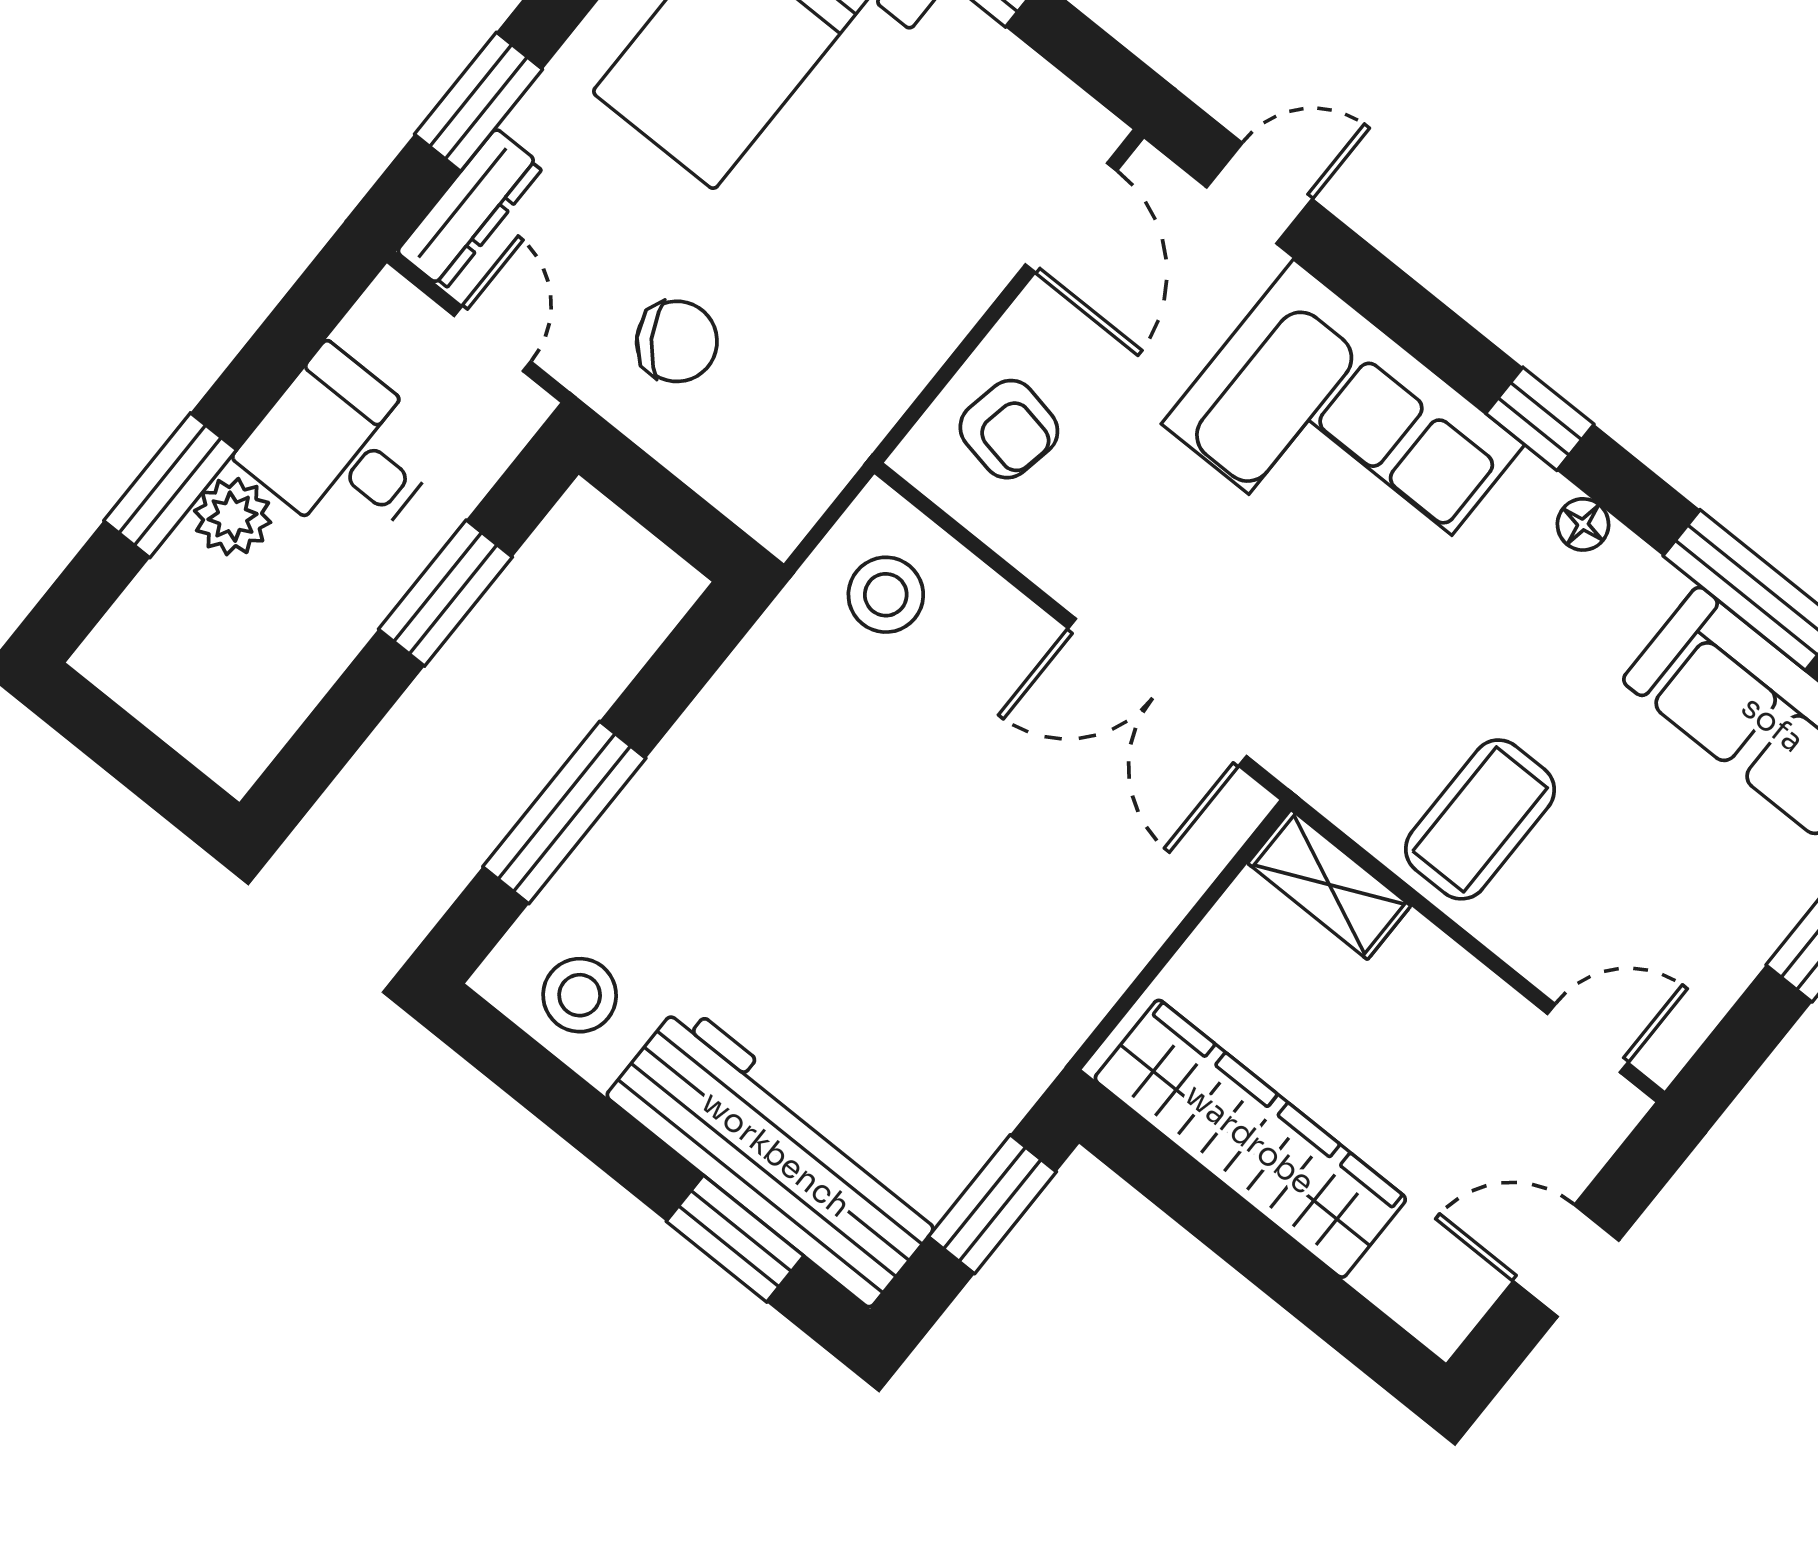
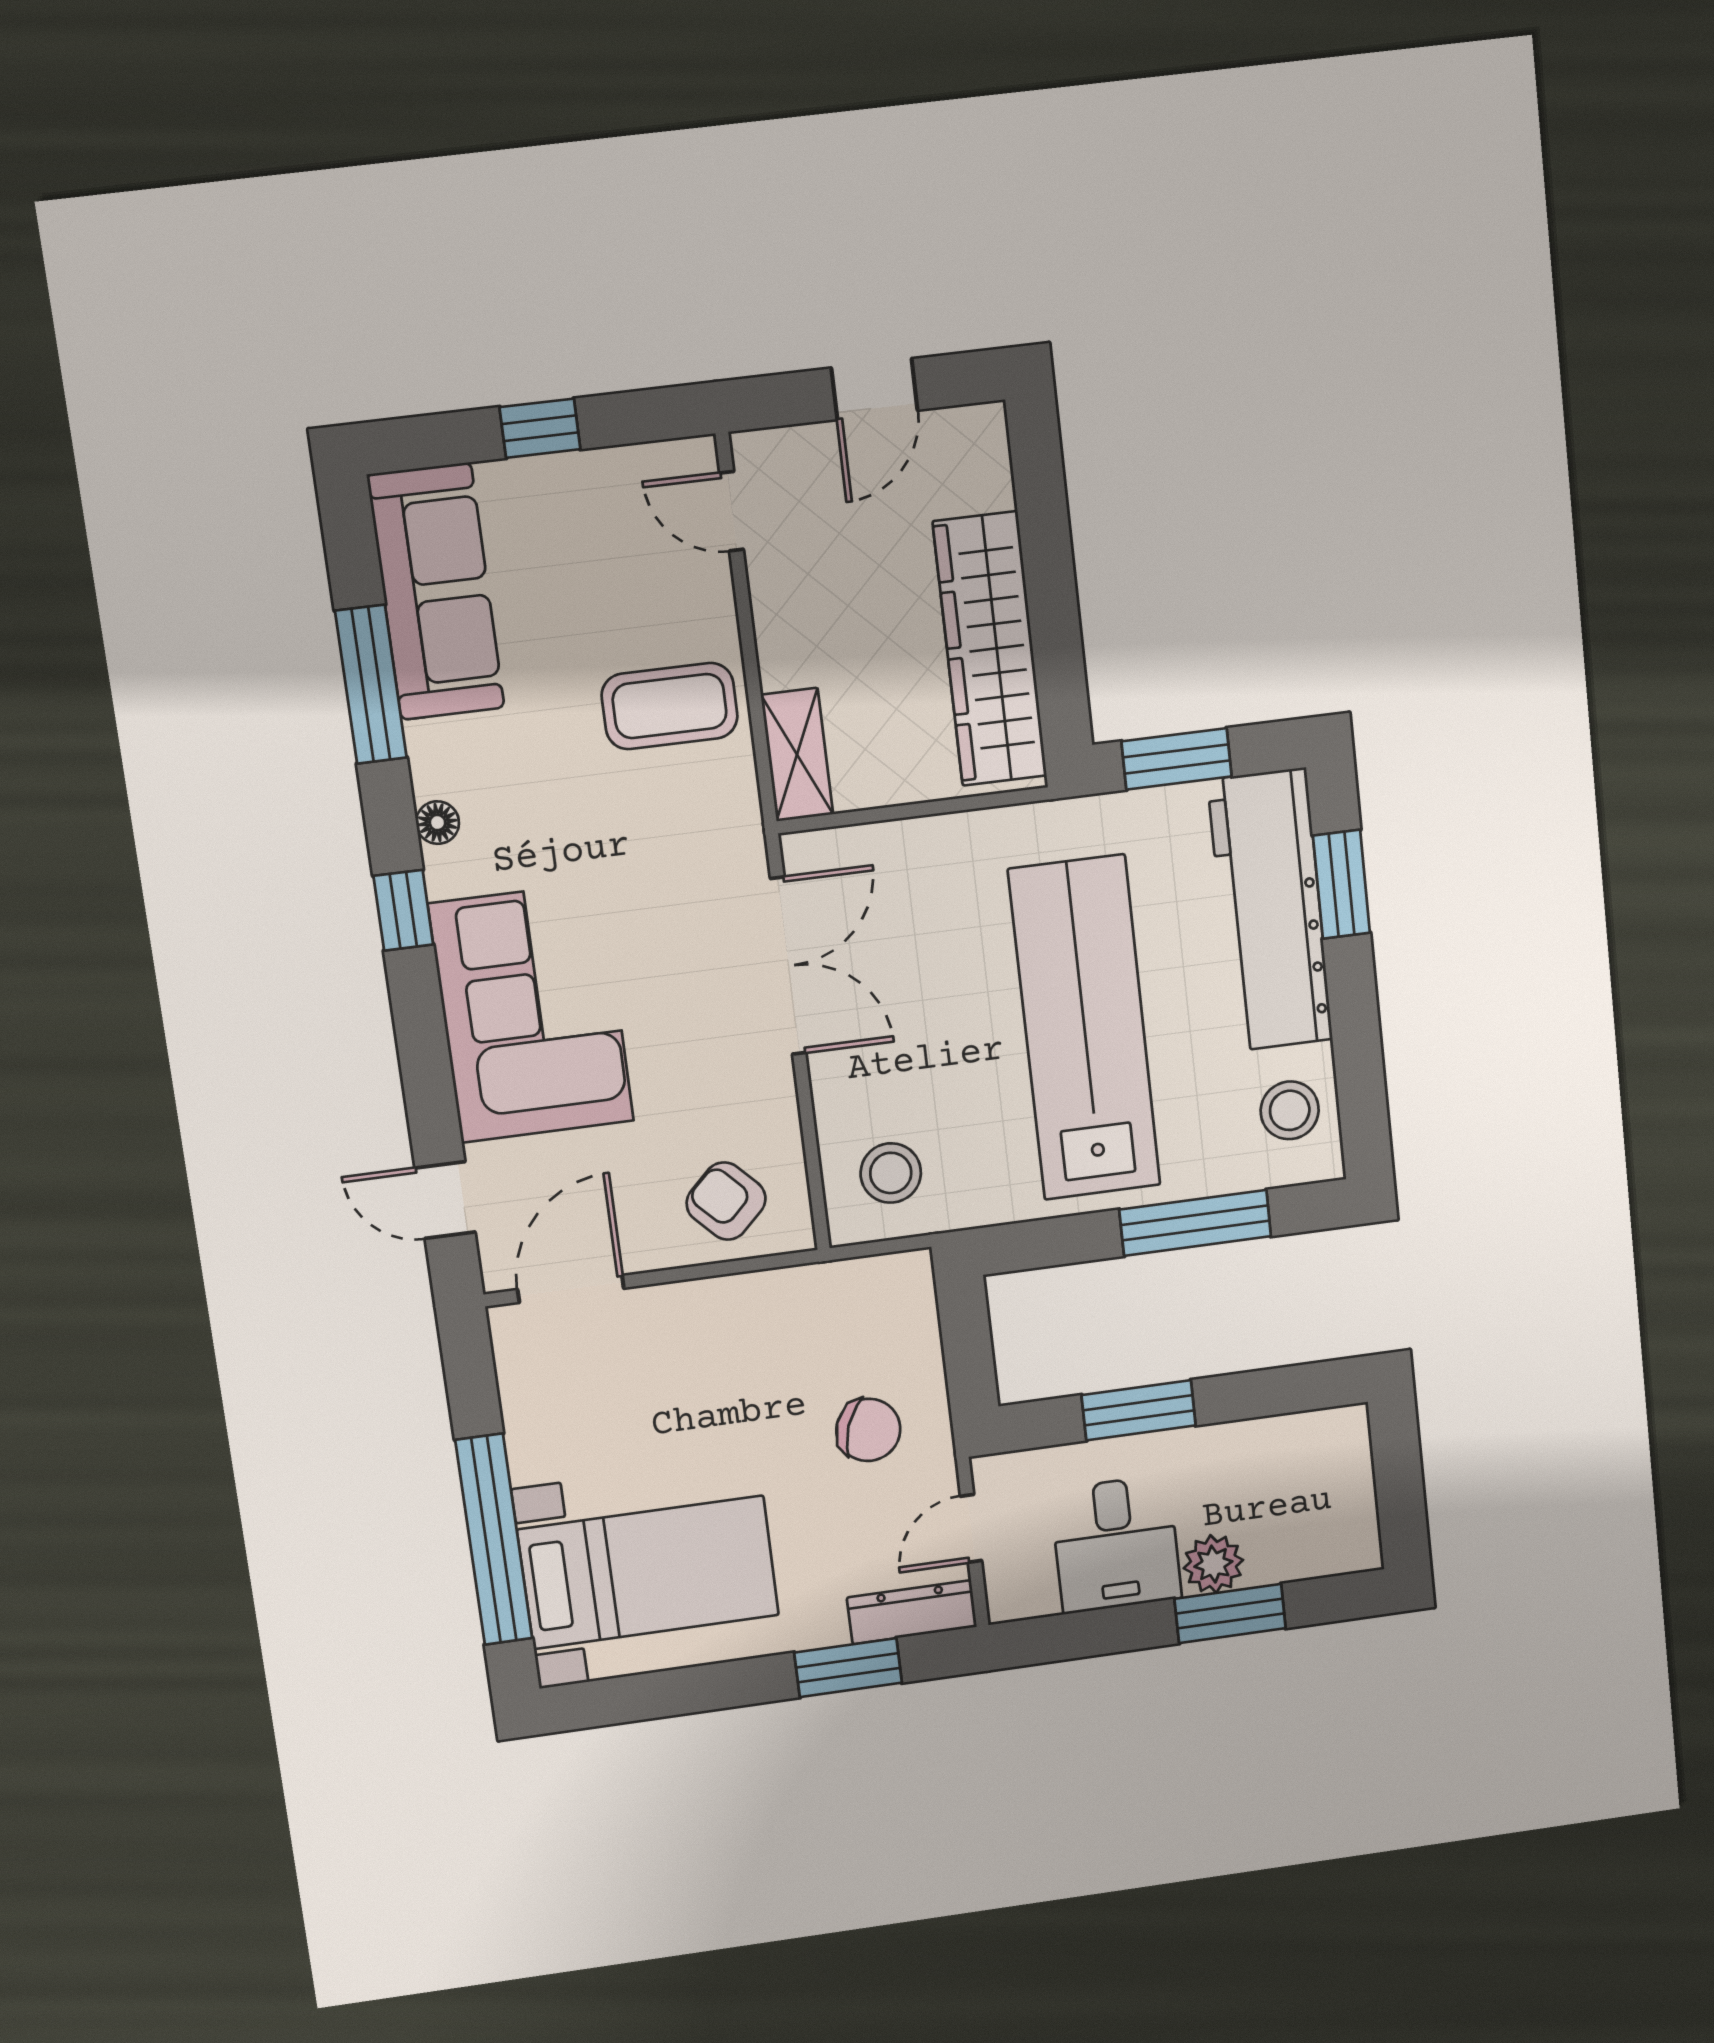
chair: (677, 341) -> (868, 1430), turned 143
armchair: (1009, 429) -> (726, 1201), turned -55
lab bench: (839, 890) -> (1085, 1028), added
door: (1566, 1261) -> (874, 389), hinge flipped

